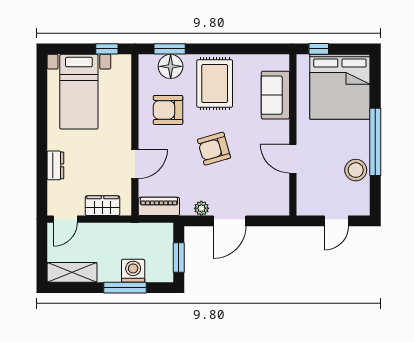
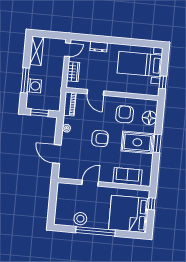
window: (170, 49) -> (157, 143), moved
armchair: (214, 149) -> (100, 139), turned 106
door: (65, 219) -> (67, 50), swing flipped
door: (230, 221) -> (57, 154), moved
door: (336, 221) -> (52, 205), removed

